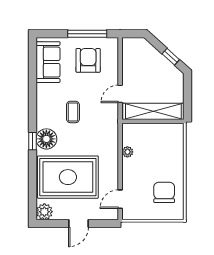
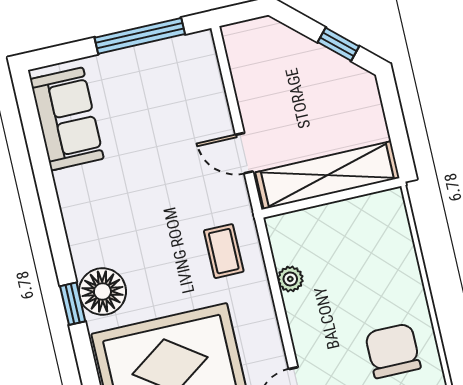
armchair: (88, 60) -> (155, 95), removed
door: (120, 94) -> (244, 153), hinge flipped
coffee table: (73, 112) -> (224, 251), moved

